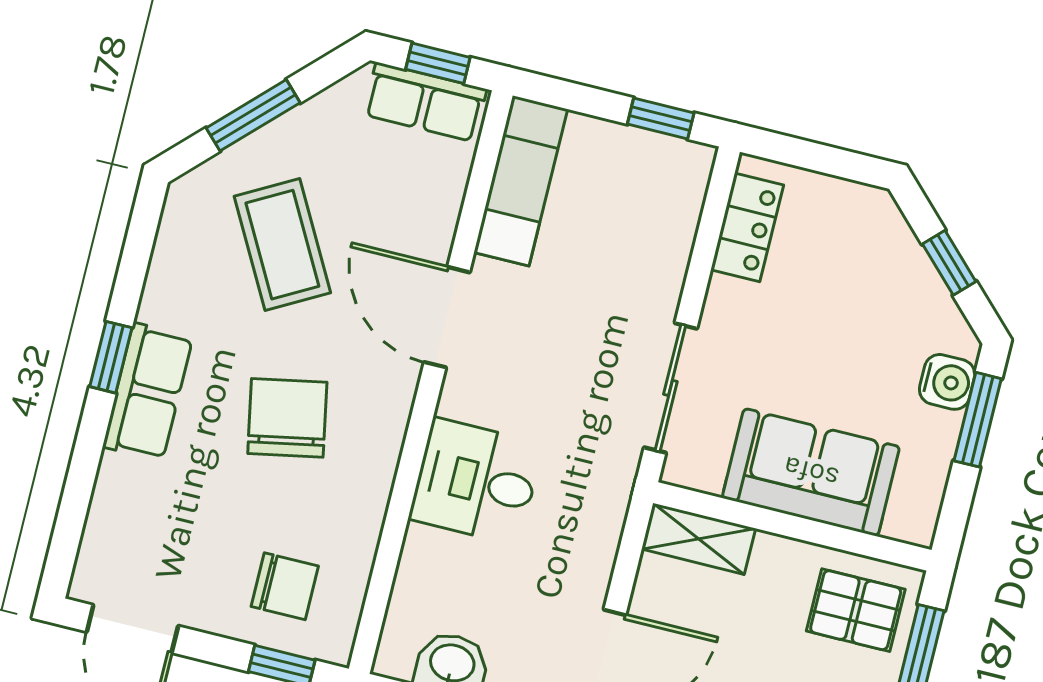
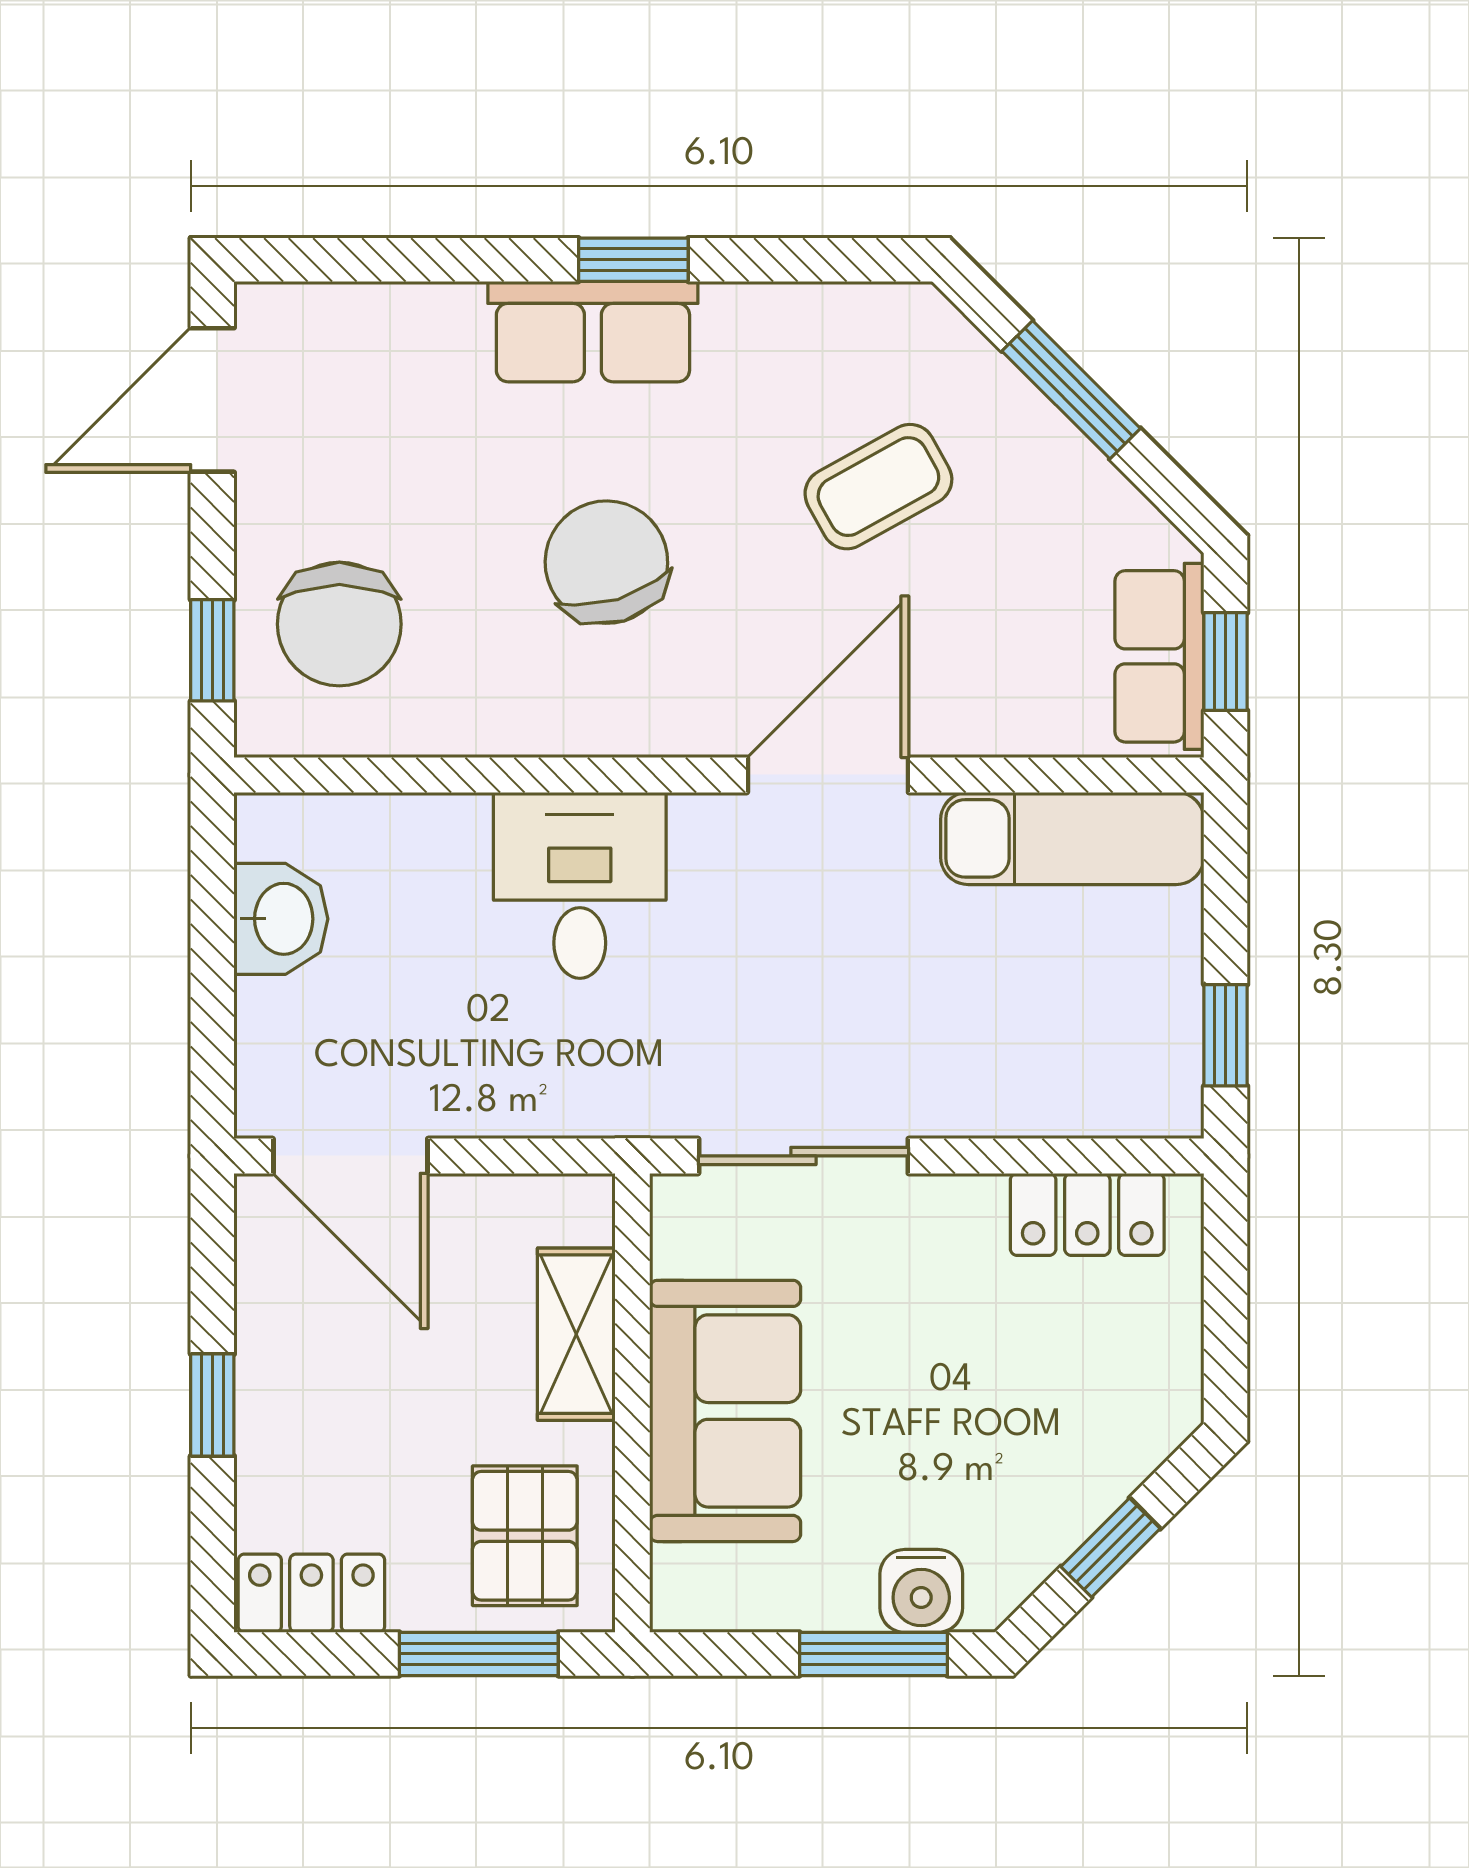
coffee table: (282, 245) -> (878, 487), width x0.73, depth x0.77
chair: (287, 418) -> (606, 562), turned -96
shelving: (699, 539) -> (576, 1334), moved
chair: (285, 586) -> (339, 624), width x1.37, depth x1.37

